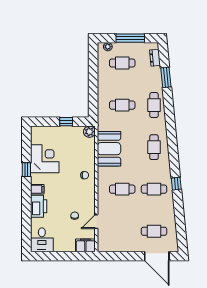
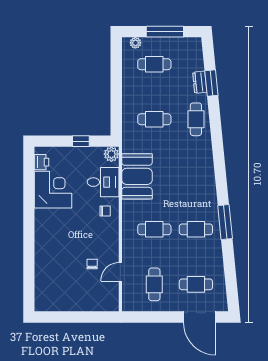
dresser: (155, 58) -> (200, 82), moved
cafe table: (154, 147) -> (154, 284), moved
window: (26, 170) -> (29, 204), removed
window: (176, 184) -> (225, 222), width x2.17
filing cabinet: (37, 189) -> (43, 229), removed
printer: (39, 206) -> (42, 162), moved, width x0.53, depth x0.68
desk: (42, 240) -> (103, 182), moved, turned -90
filing cabinet: (85, 245) -> (106, 303), removed

